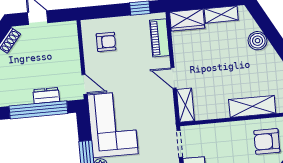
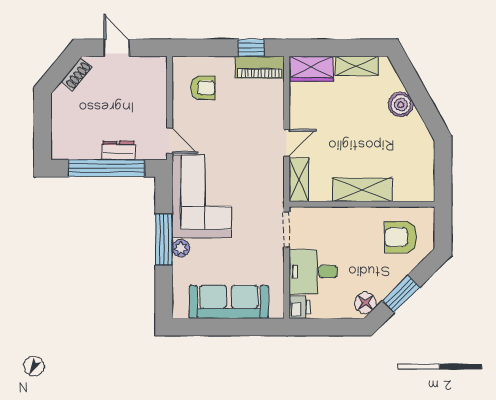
piano: (160, 38) -> (260, 67), moved, turned -90
door: (174, 78) -> (287, 143), swing flipped
shelving: (252, 106) -> (362, 190), moved

